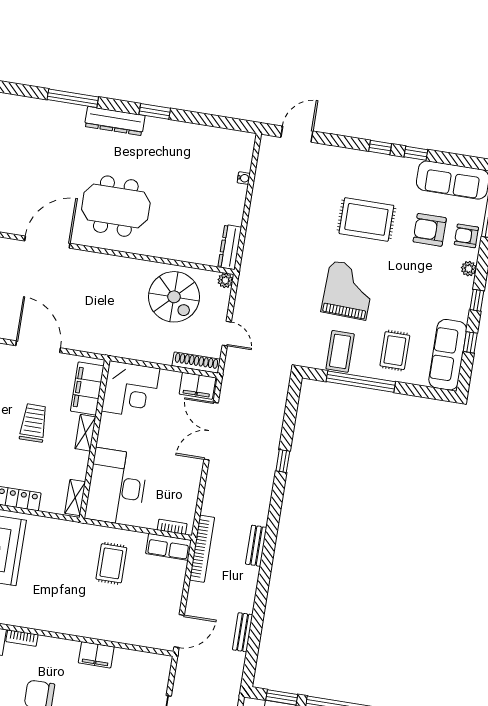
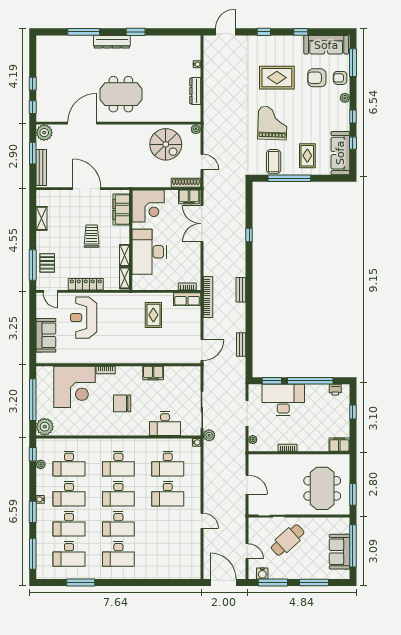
window: (380, 148) -> (264, 32), moved
dresser: (230, 247) -> (195, 91), moved
shelving: (85, 433) -> (124, 255), moved
desk: (117, 487) -> (149, 252), moved

